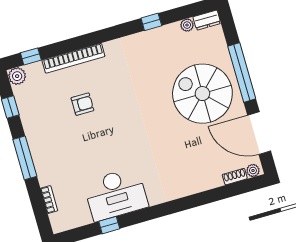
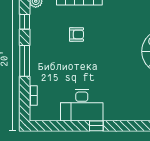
window: (109, 225) -> (96, 126), moved

